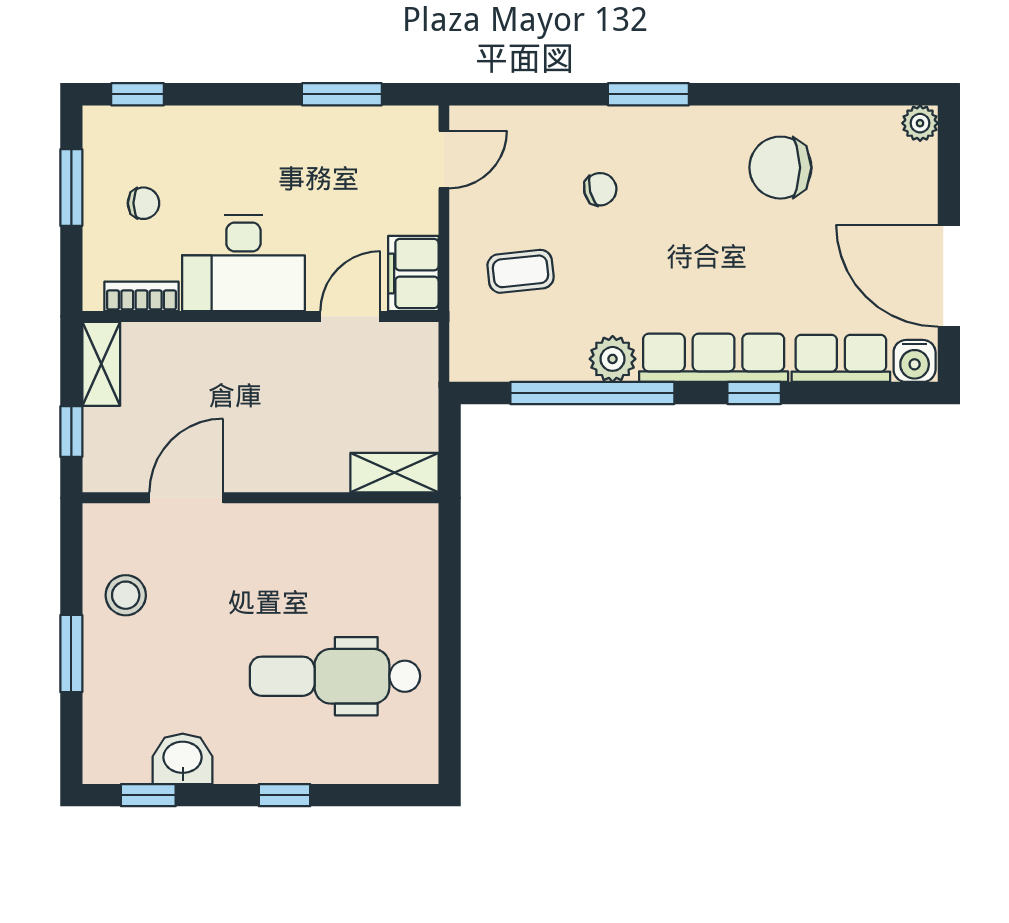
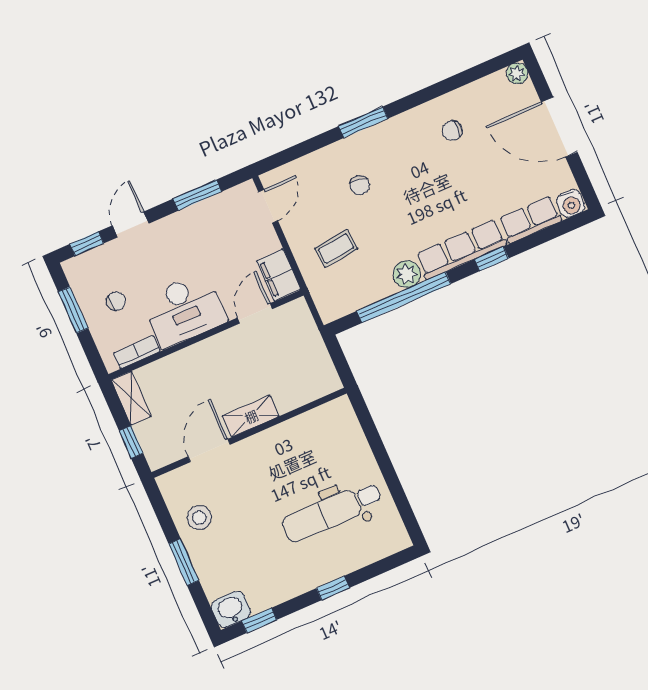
door: (219, 94) -> (131, 224), added
chair: (780, 168) -> (452, 131), width x0.54, depth x0.54
chair: (600, 189) -> (360, 185), turned 119
door: (949, 276) -> (559, 127), moved
shelving: (395, 473) -> (251, 416), moved
washbasin: (183, 759) -> (231, 609), moved

